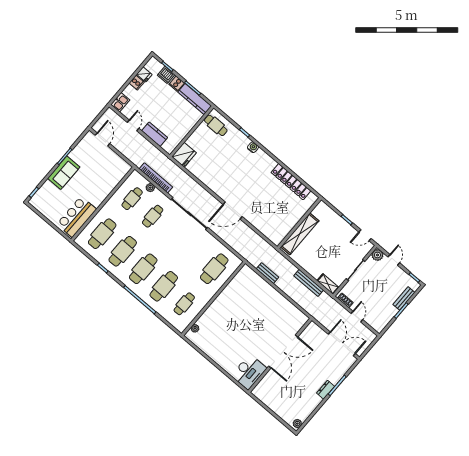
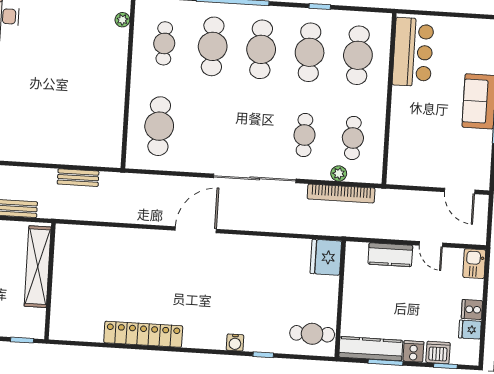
wall: (299, 223) -> (50, 281), moved
shelving: (300, 234) -> (38, 267), moved

